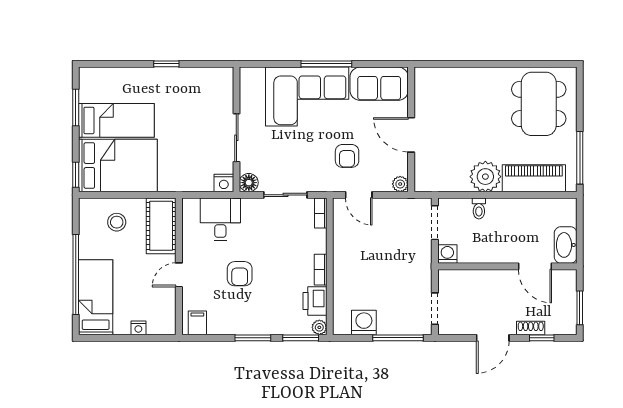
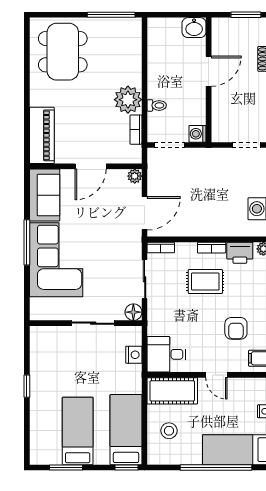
dining table: (539, 104) -> (63, 52), turned 90
armchair: (347, 156) -> (110, 224), removed
bed: (118, 165) -> (126, 430), width x0.67
piano: (534, 178) -> (42, 135), moved, turned 180
nightstand: (224, 183) -> (134, 355), moved
bookcase: (452, 185) -> (136, 130), added
door: (359, 195) -> (145, 213), width x1.38
desk: (220, 219) -> (166, 354), moved
washbasin: (566, 245) -> (194, 28), width x0.72
rug: (283, 263) -> (205, 282), added
door: (535, 266) -> (209, 71), moved
armchair: (240, 274) -> (236, 328), moved, turned 90

